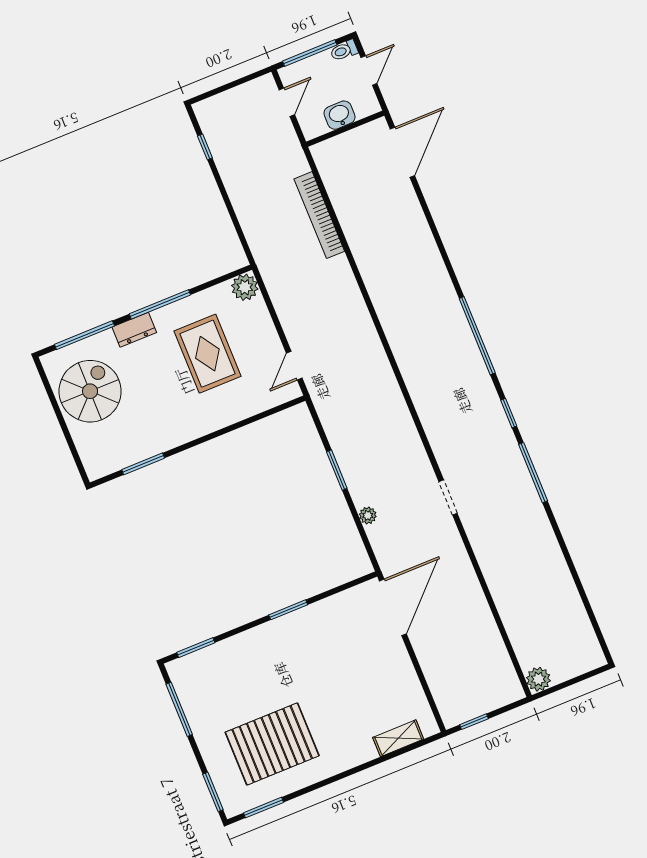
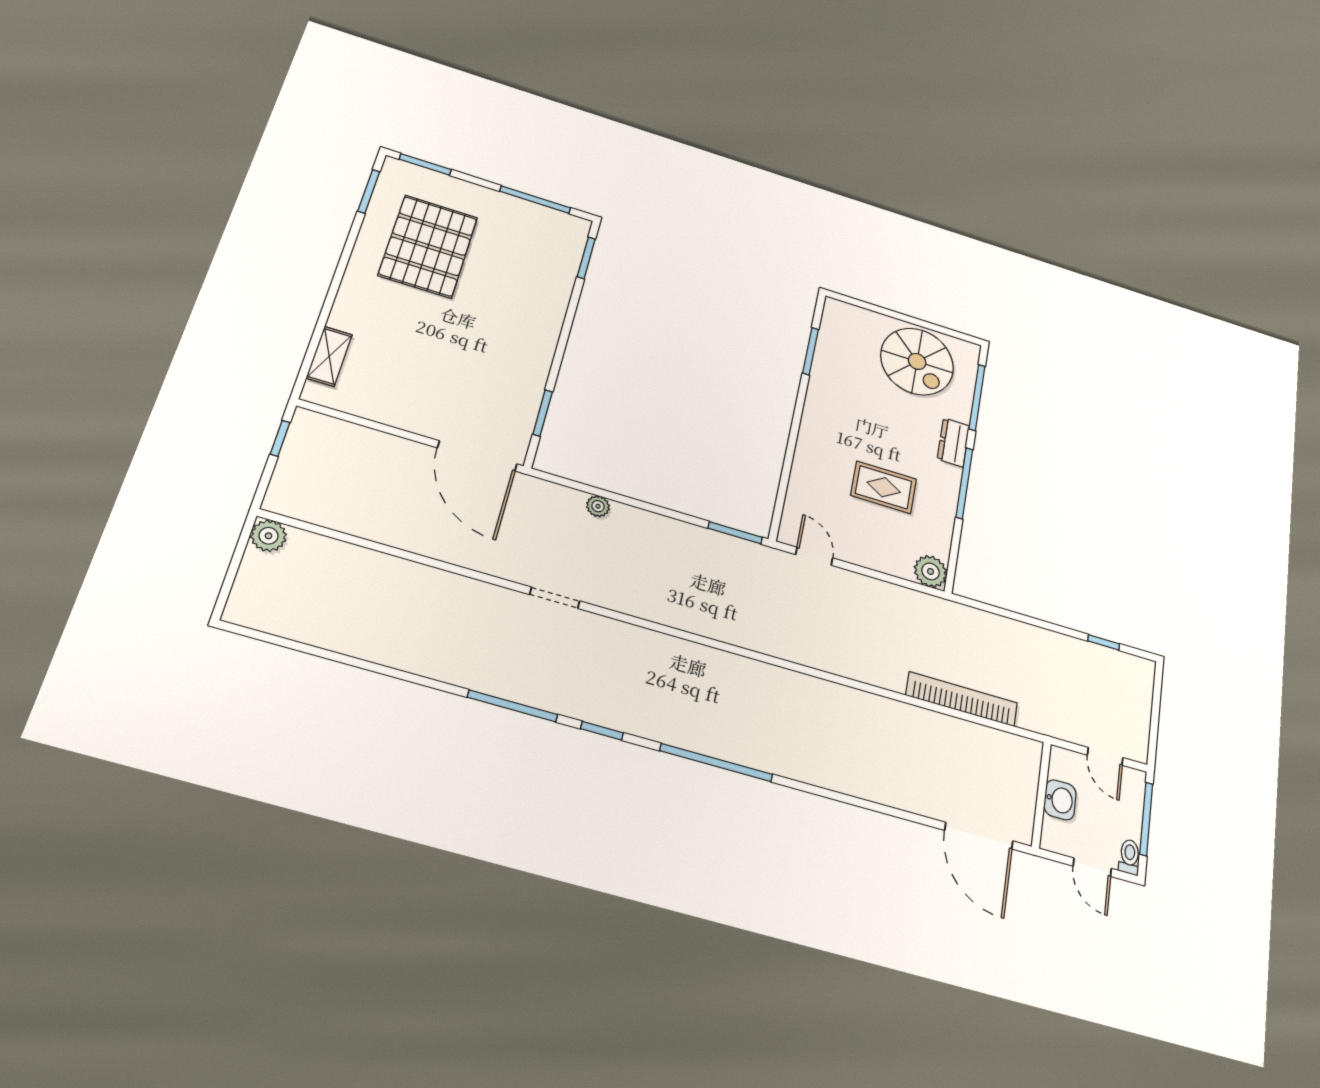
rug: (207, 354) -> (884, 487), width x0.73, depth x0.70
window: (337, 470) -> (735, 533), moved
window: (288, 610) -> (543, 413), moved

